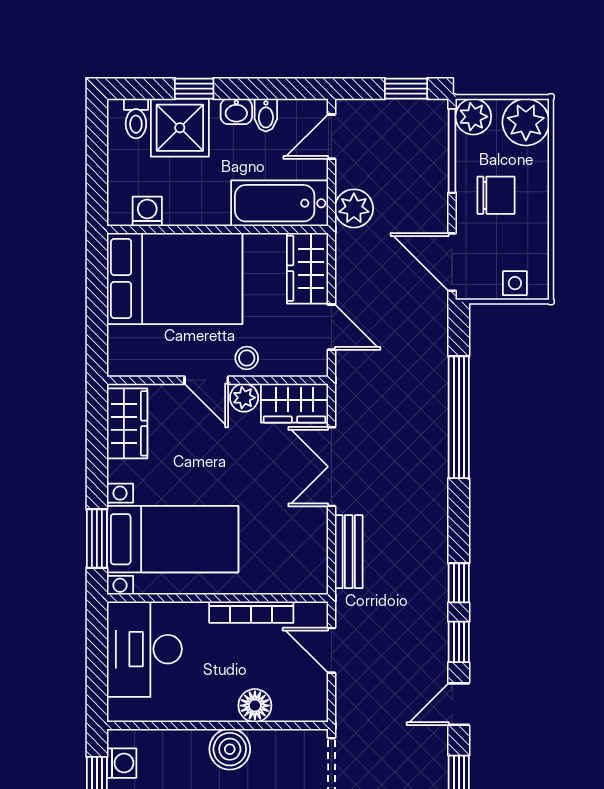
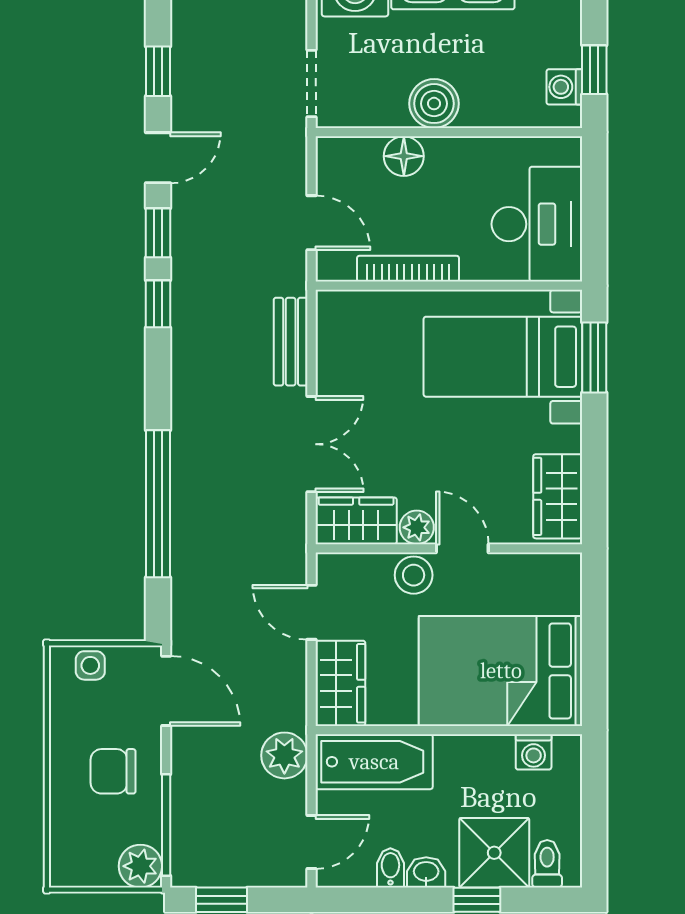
plant: (526, 122) -> (77, 860), removed
stool: (247, 358) -> (414, 575), width x1.37, depth x1.37

